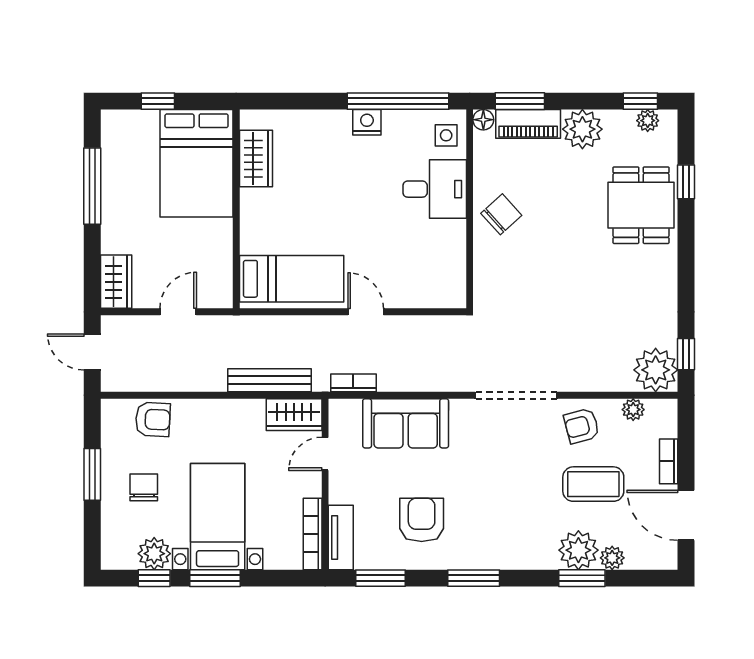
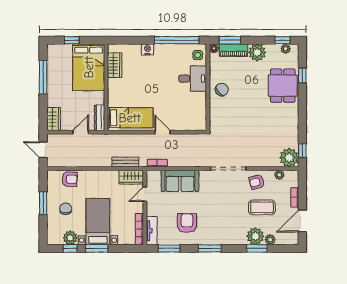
nightstand: (367, 122) -> (147, 49), moved
dresser: (221, 279) -> (99, 118), added
bench: (270, 380) -> (125, 162), width x0.73
door: (686, 515) -> (302, 221), hinge flipped

